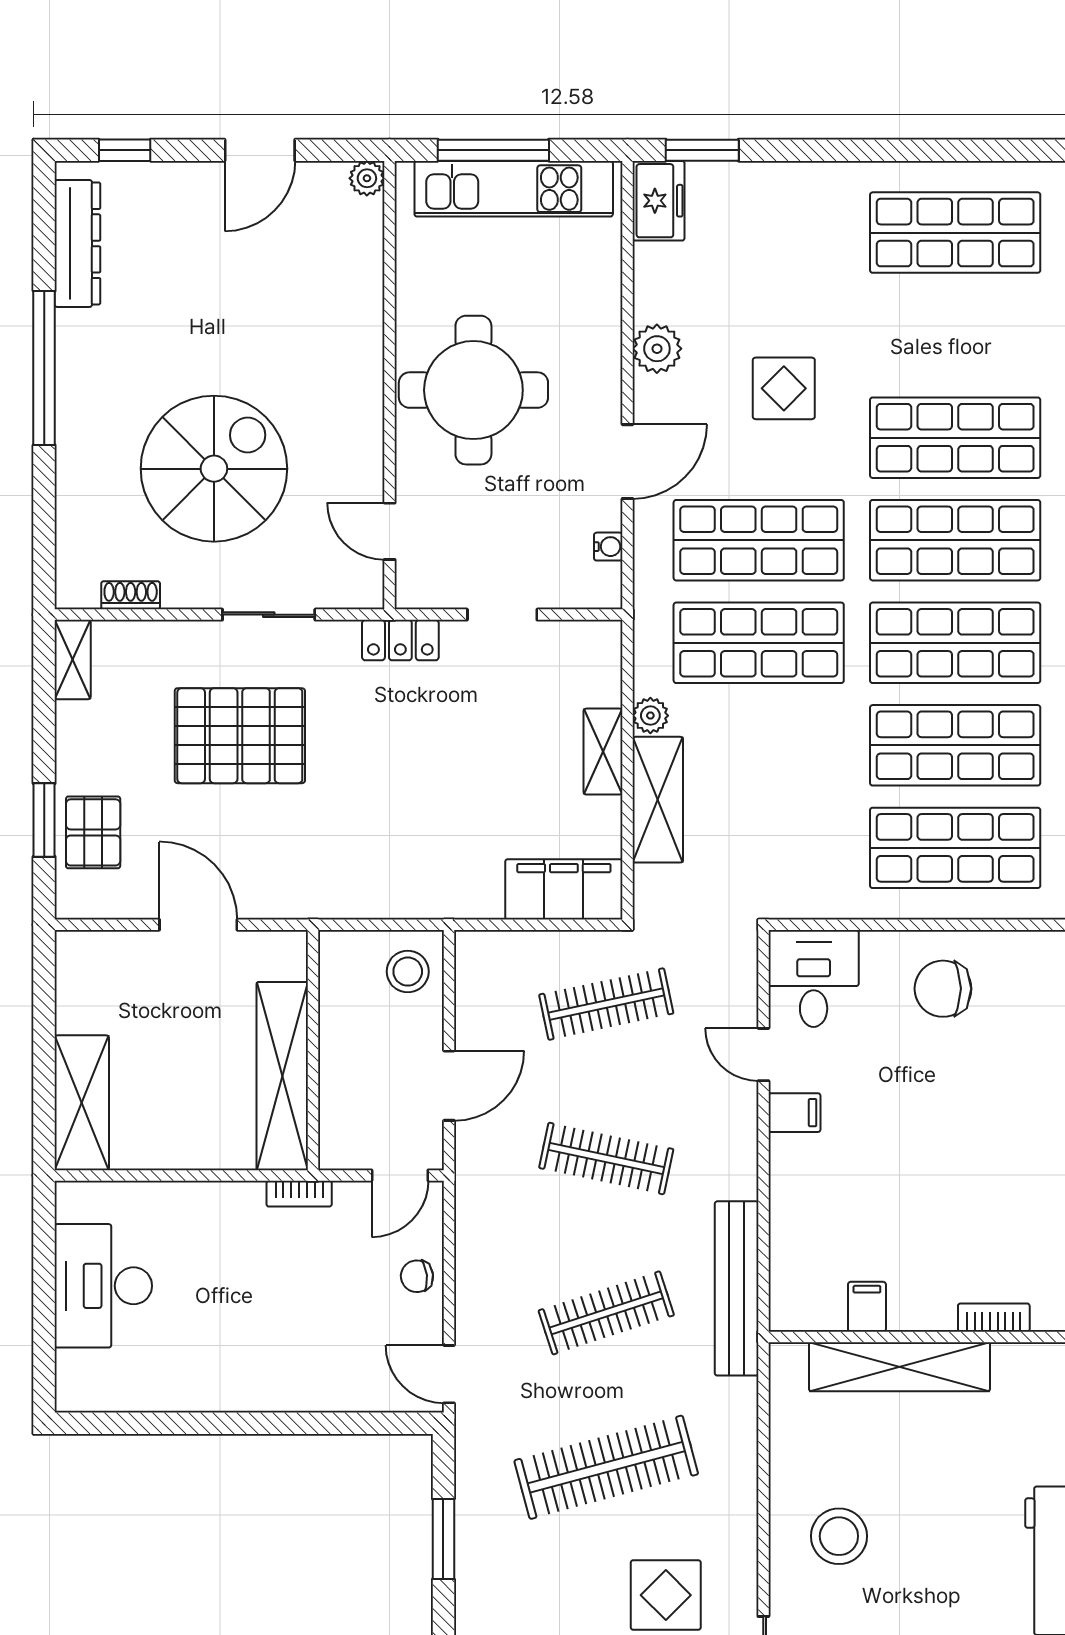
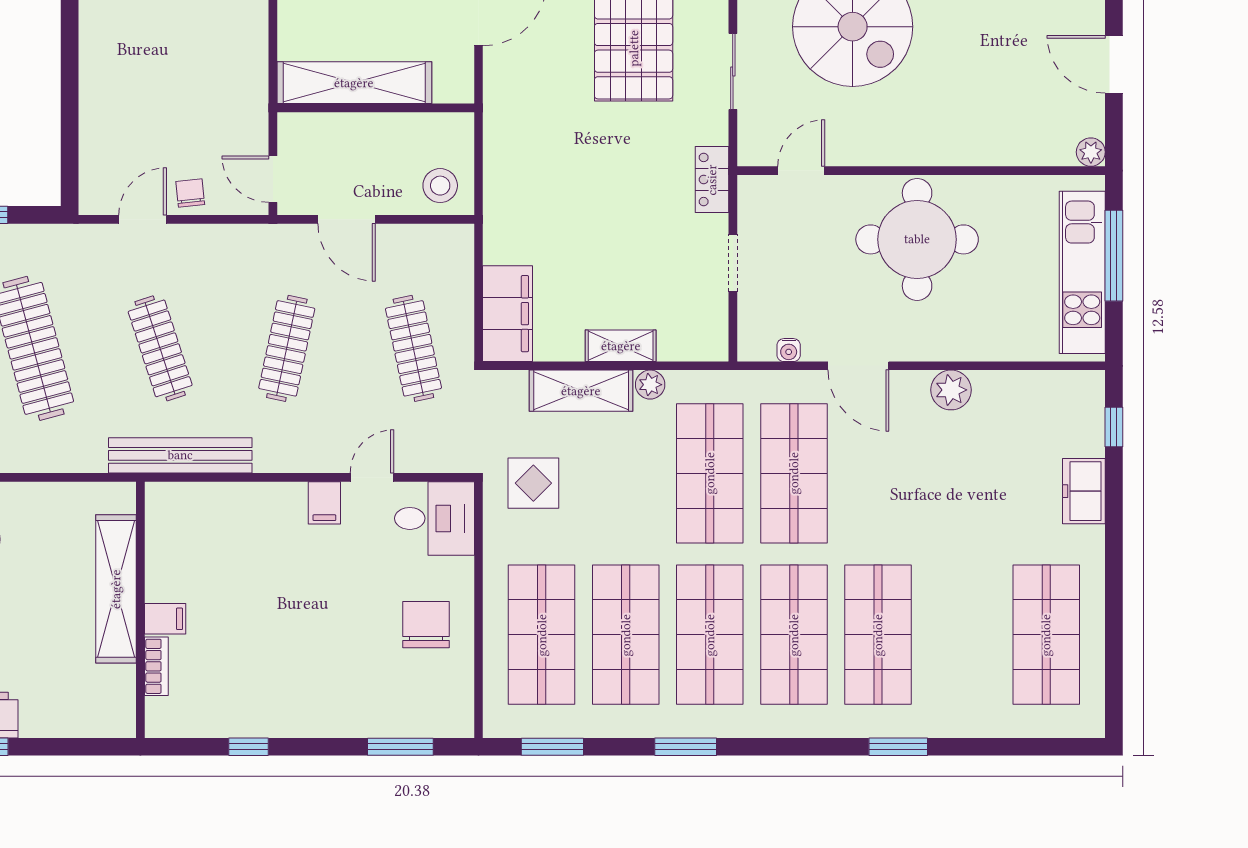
window: (702, 150) -> (1114, 427), width x0.67
freezer: (659, 201) -> (1084, 491), moved, turned 90
display table: (784, 388) -> (533, 483), moved
bookcase: (299, 1194) -> (258, 96), removed
filing cabinet: (867, 1307) -> (165, 619), moved
door: (449, 1374) -> (143, 219), moved

